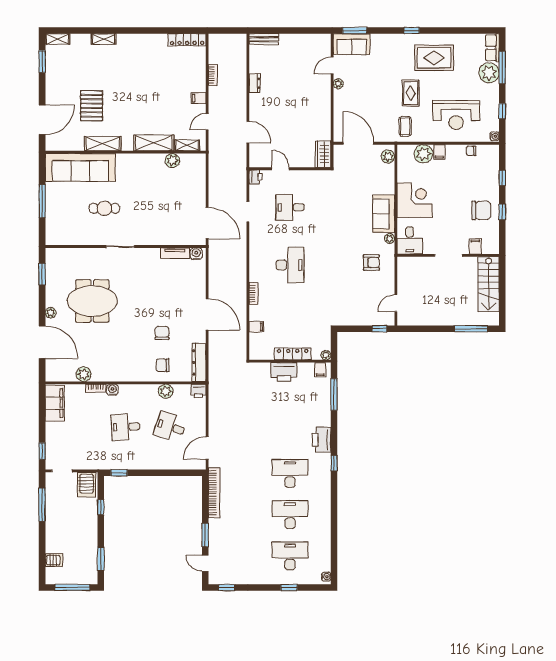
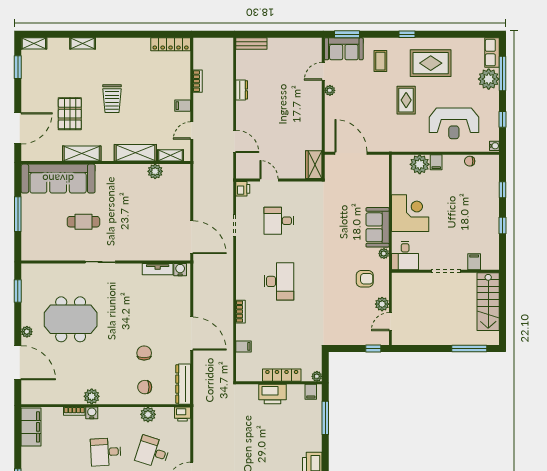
trolley: (132, 91) -> (112, 99), added
coffee table: (405, 126) -> (380, 61), moved
plant: (388, 157) -> (382, 304), moved
chair: (481, 210) -> (480, 224), removed
plant: (84, 374) -> (92, 396), moved

